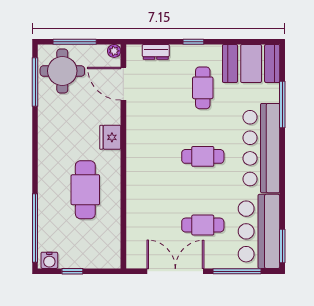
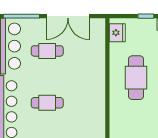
fridge: (110, 137) -> (117, 33), moved

